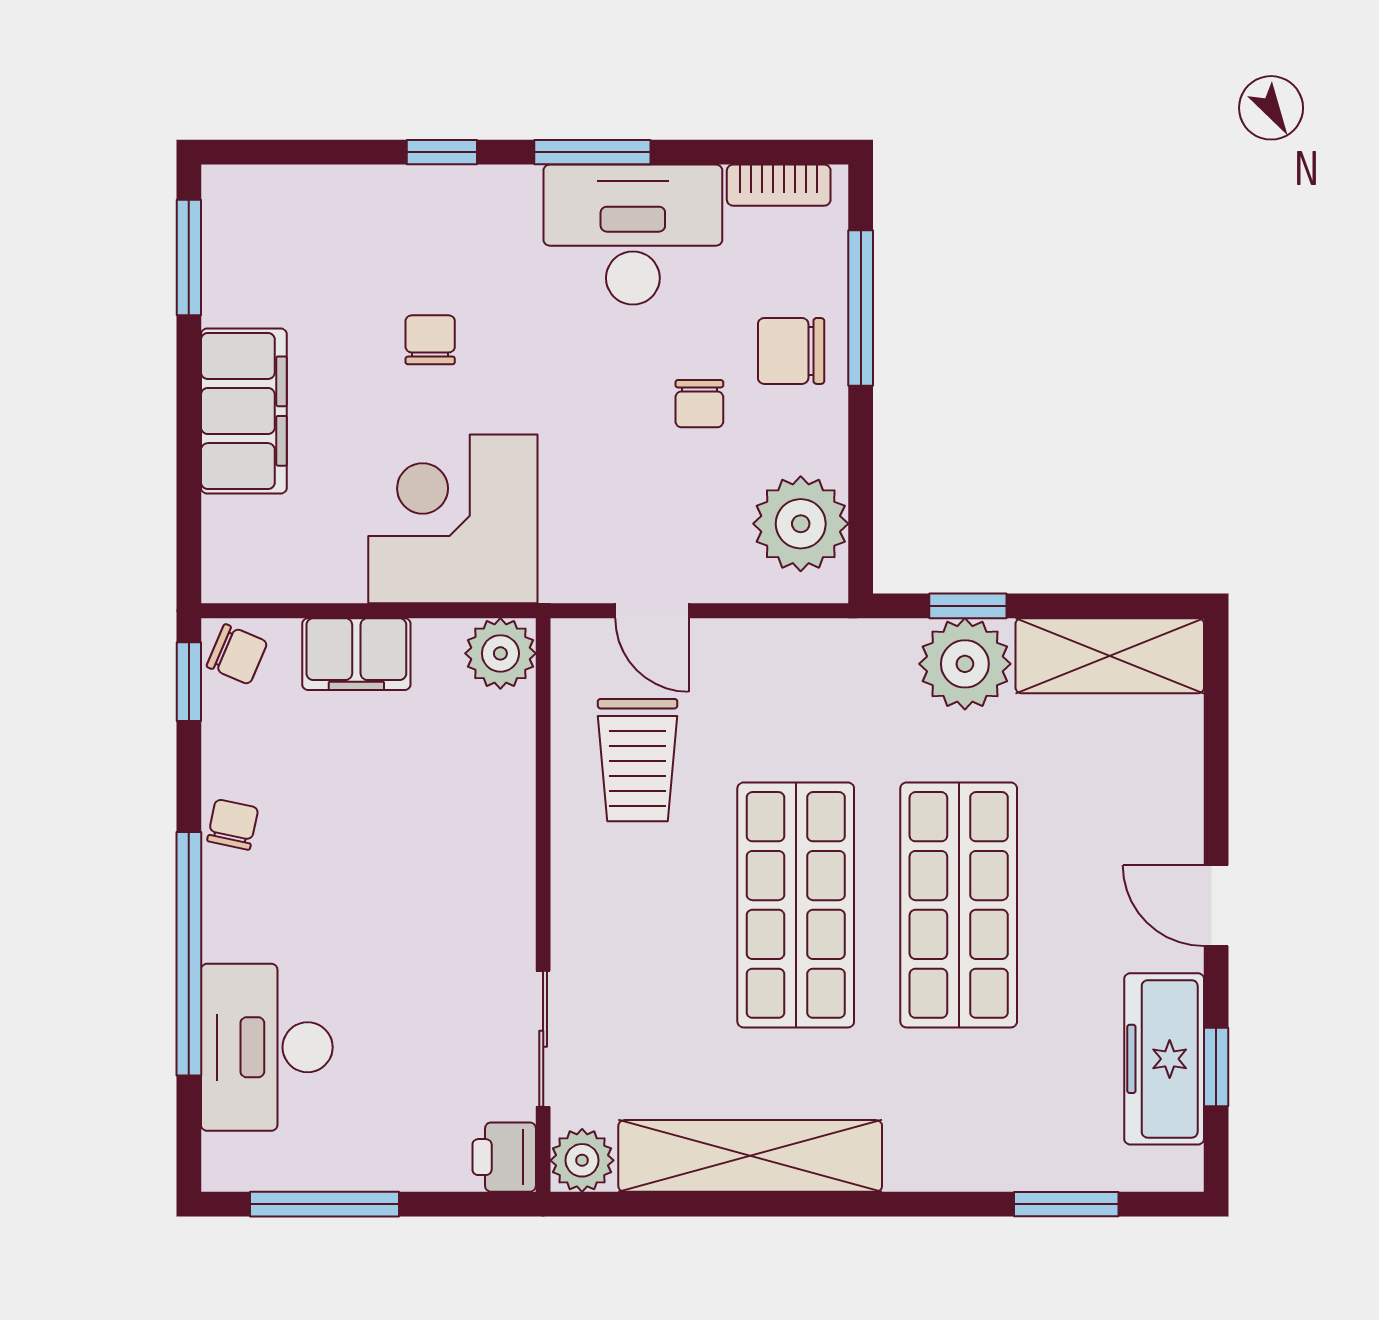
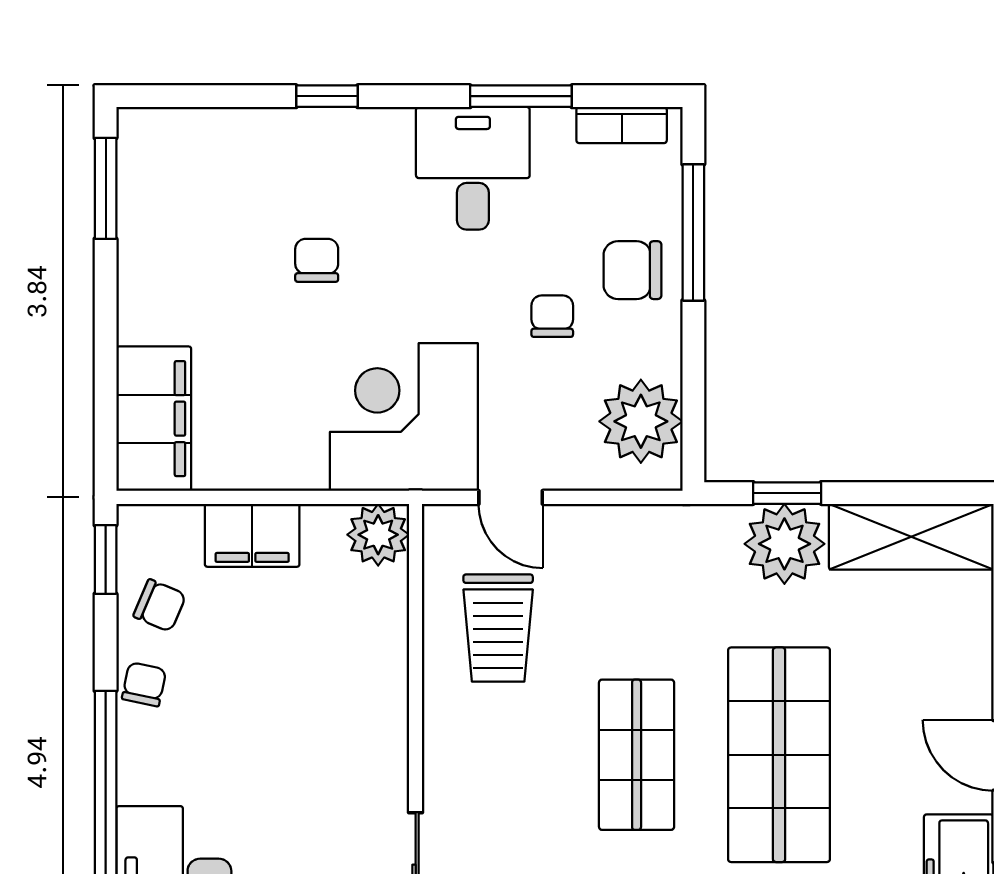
window: (592, 152) -> (521, 96), moved
desk: (633, 235) -> (473, 168), width x0.73
chair: (699, 404) -> (552, 316), turned 180
filing cabinet: (244, 411) -> (154, 419), moved
corner desk: (453, 519) -> (404, 417), moved
chair: (237, 654) -> (160, 605), moved
shop shelf: (796, 905) -> (637, 755), width x0.70, depth x0.74

